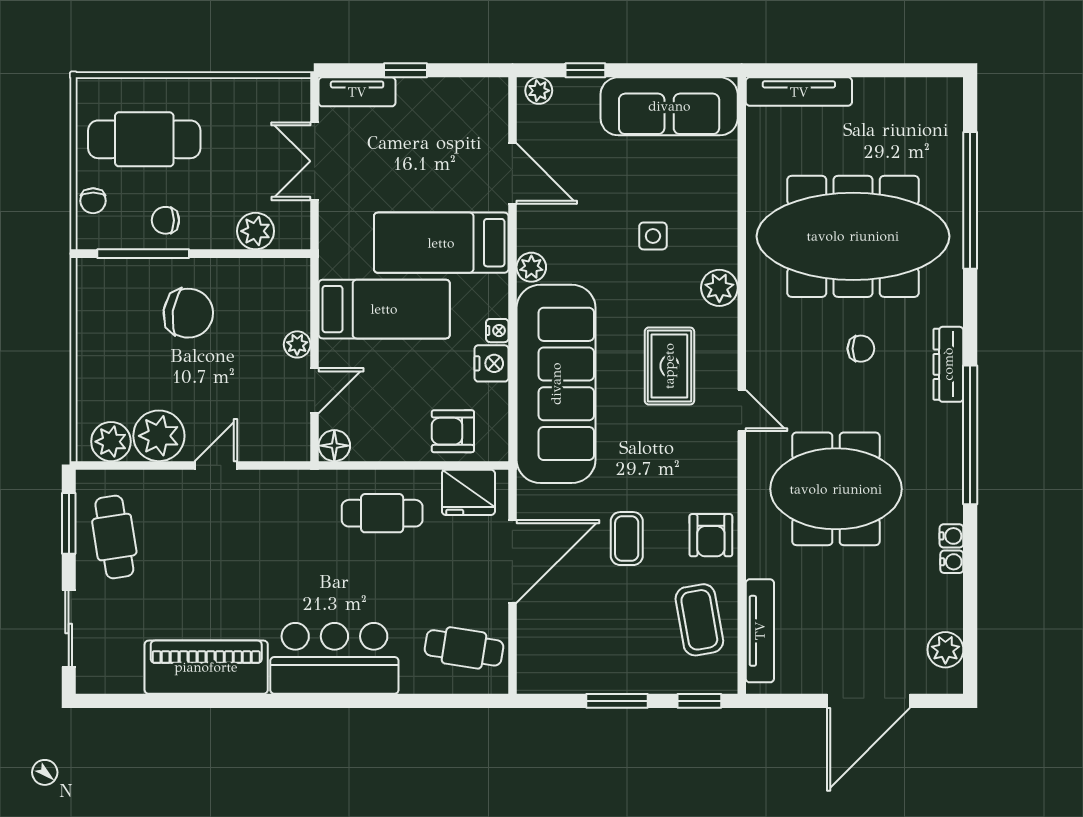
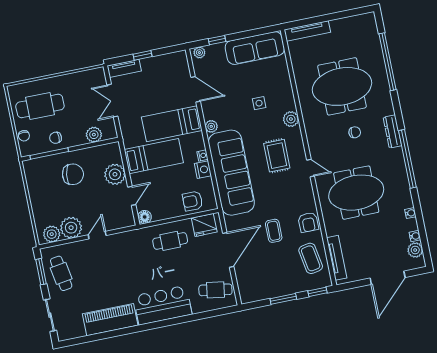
meeting table: (853, 236) -> (342, 86), width x0.73
plant: (297, 344) -> (115, 174), width x1.87, depth x1.87
water cooler: (951, 536) -> (415, 236), moved

